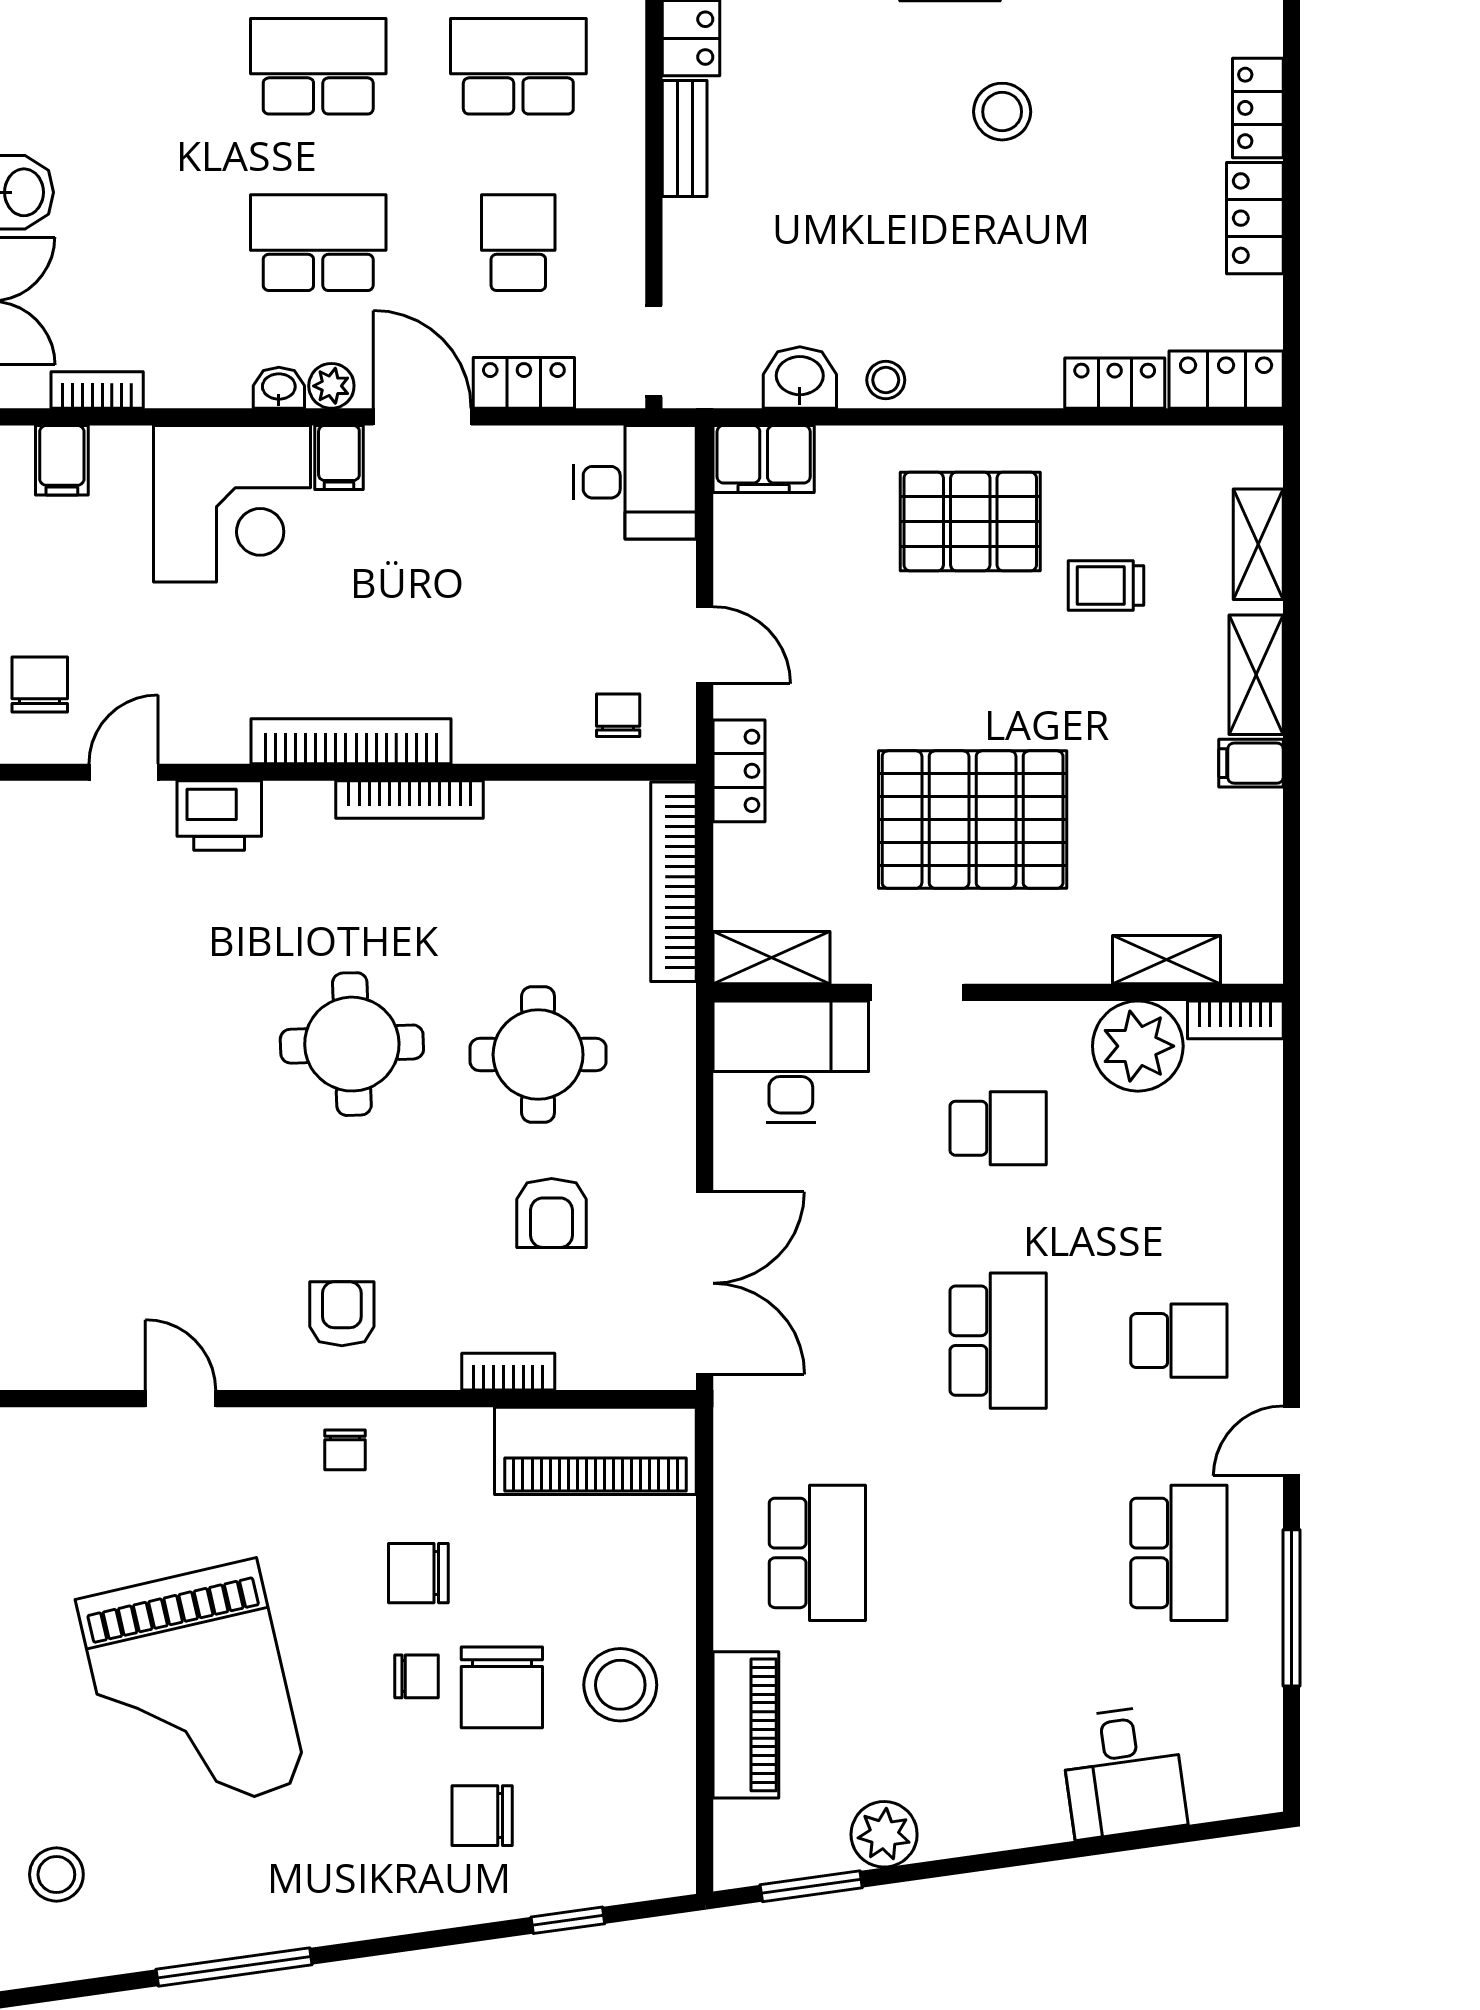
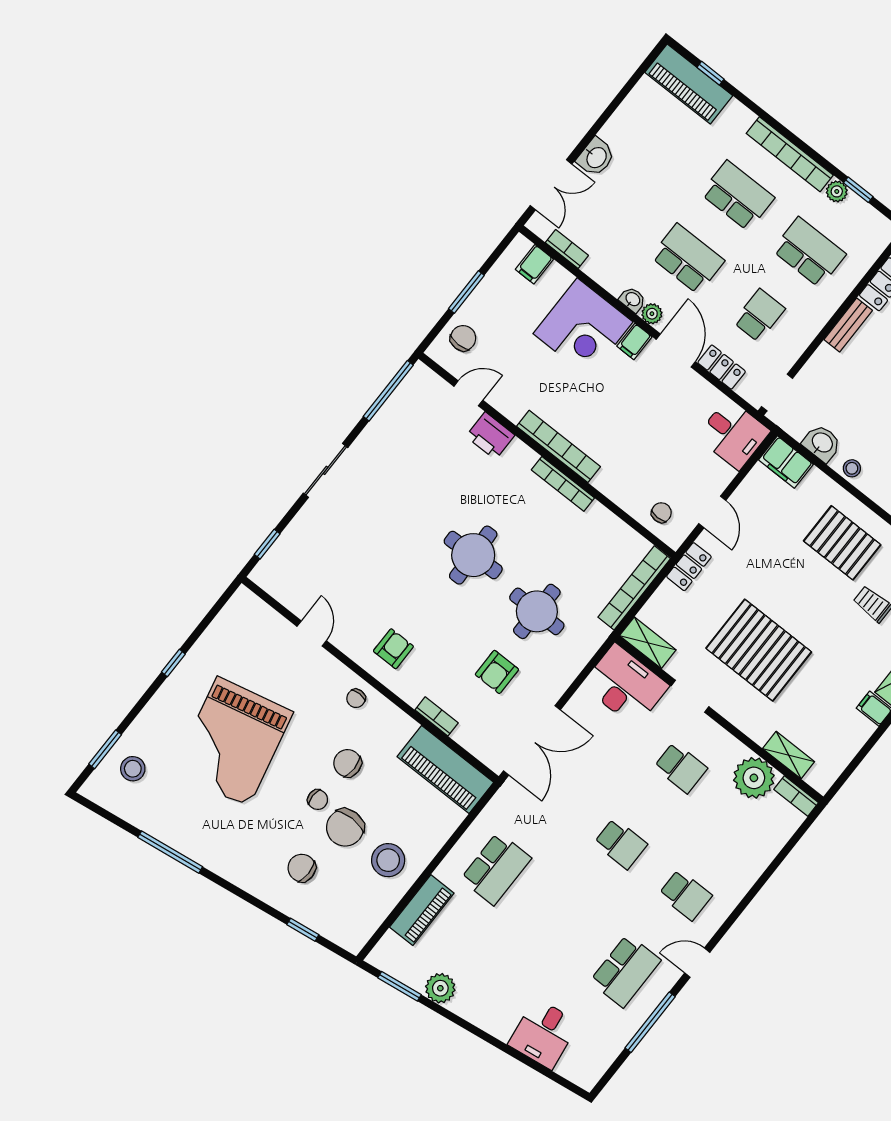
school desk: (998, 1341) -> (621, 844), width x0.54

